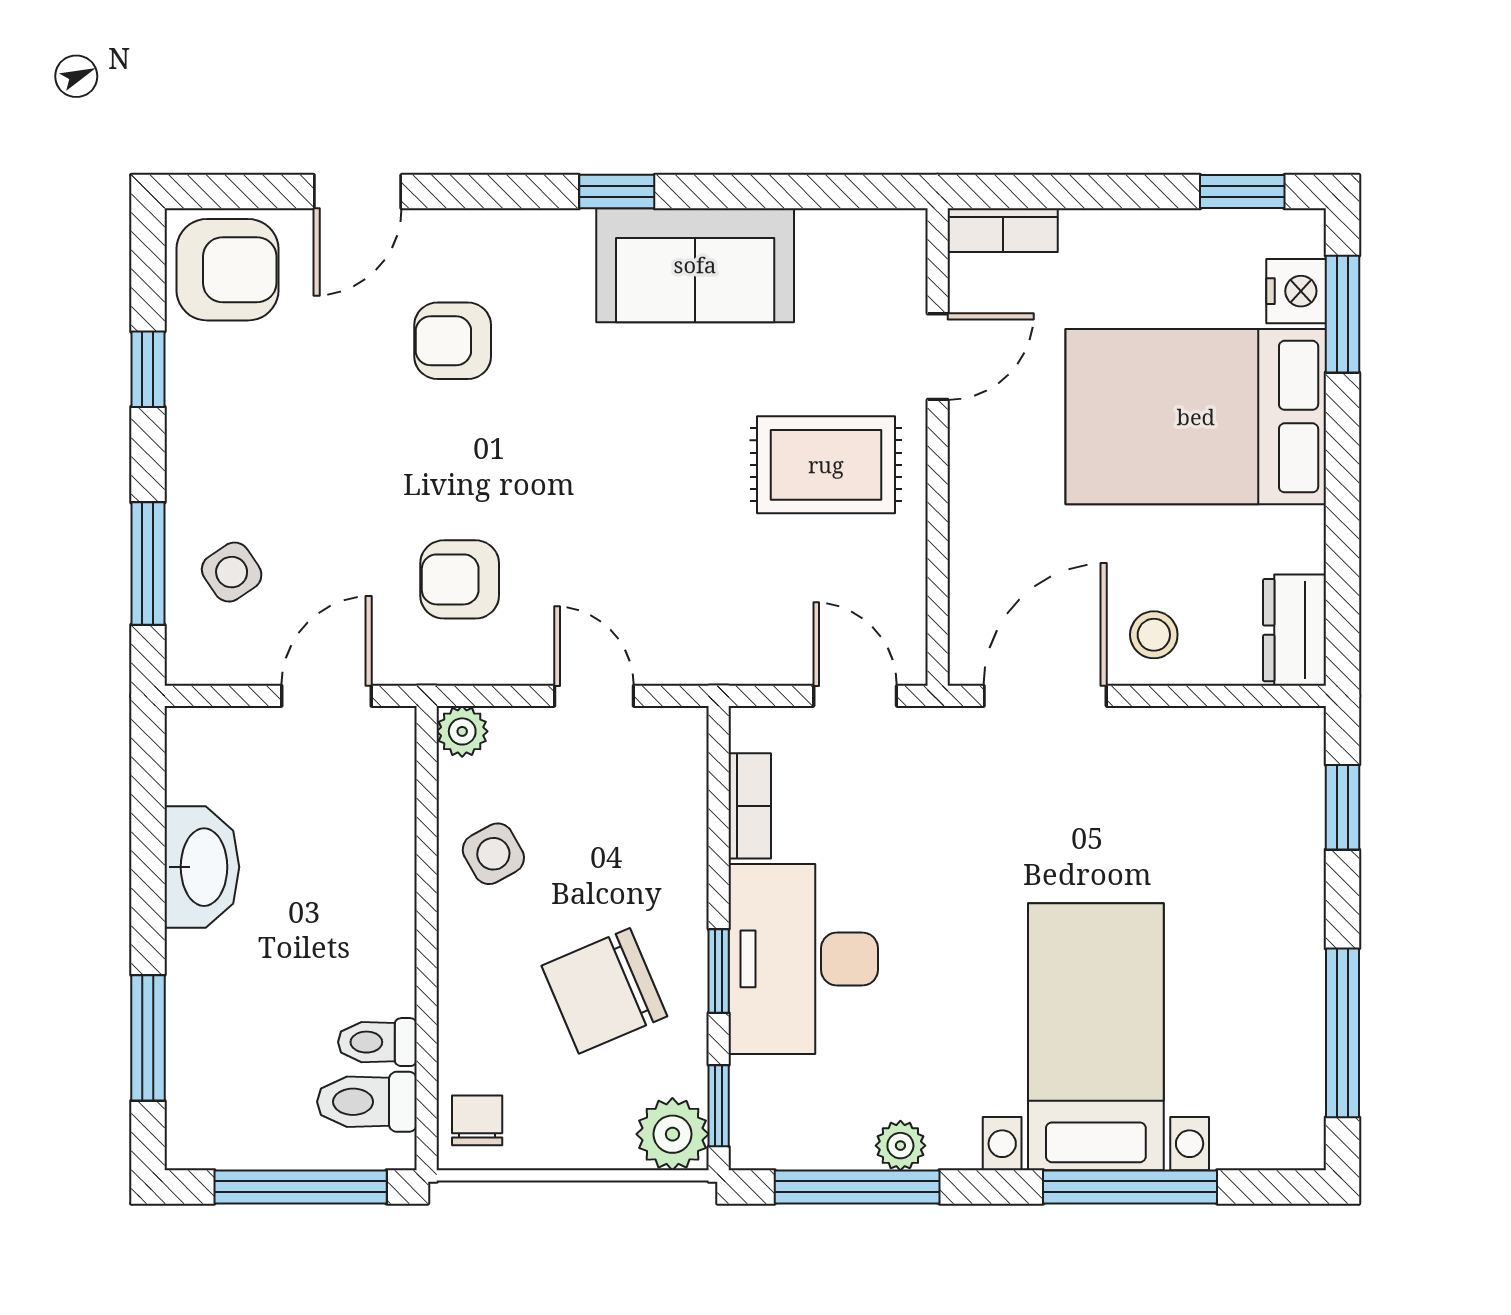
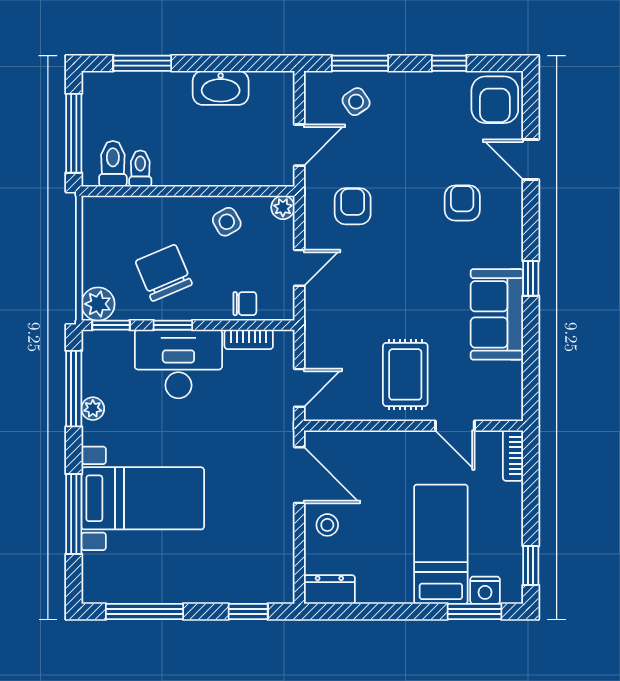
bed: (1196, 417) -> (441, 544), width x0.67
door: (327, 696) -> (299, 145), hinge flipped
chair: (477, 1120) -> (245, 304), moved

